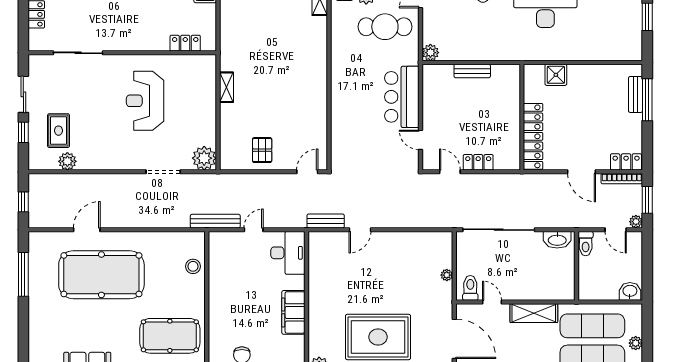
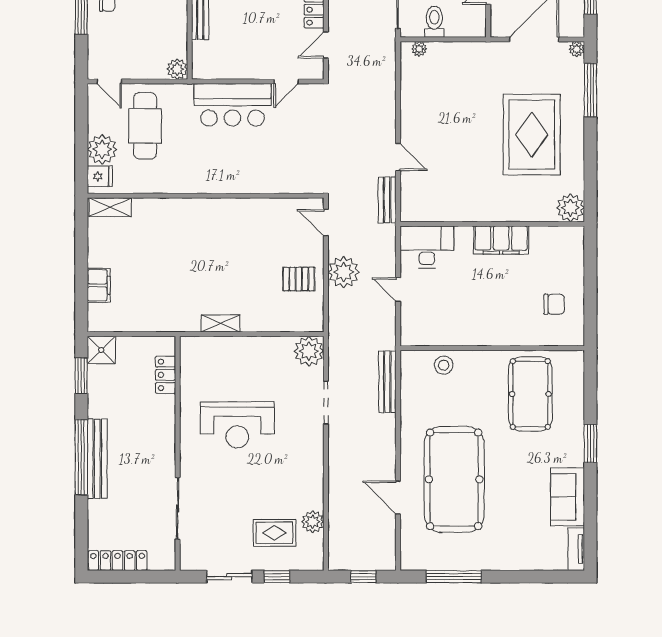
plant: (268, 186) -> (344, 272), added
bench: (215, 221) -> (387, 382), moved
plant: (447, 275) -> (419, 49), moved
toilet: (470, 288) -> (434, 22), moved, turned 90

